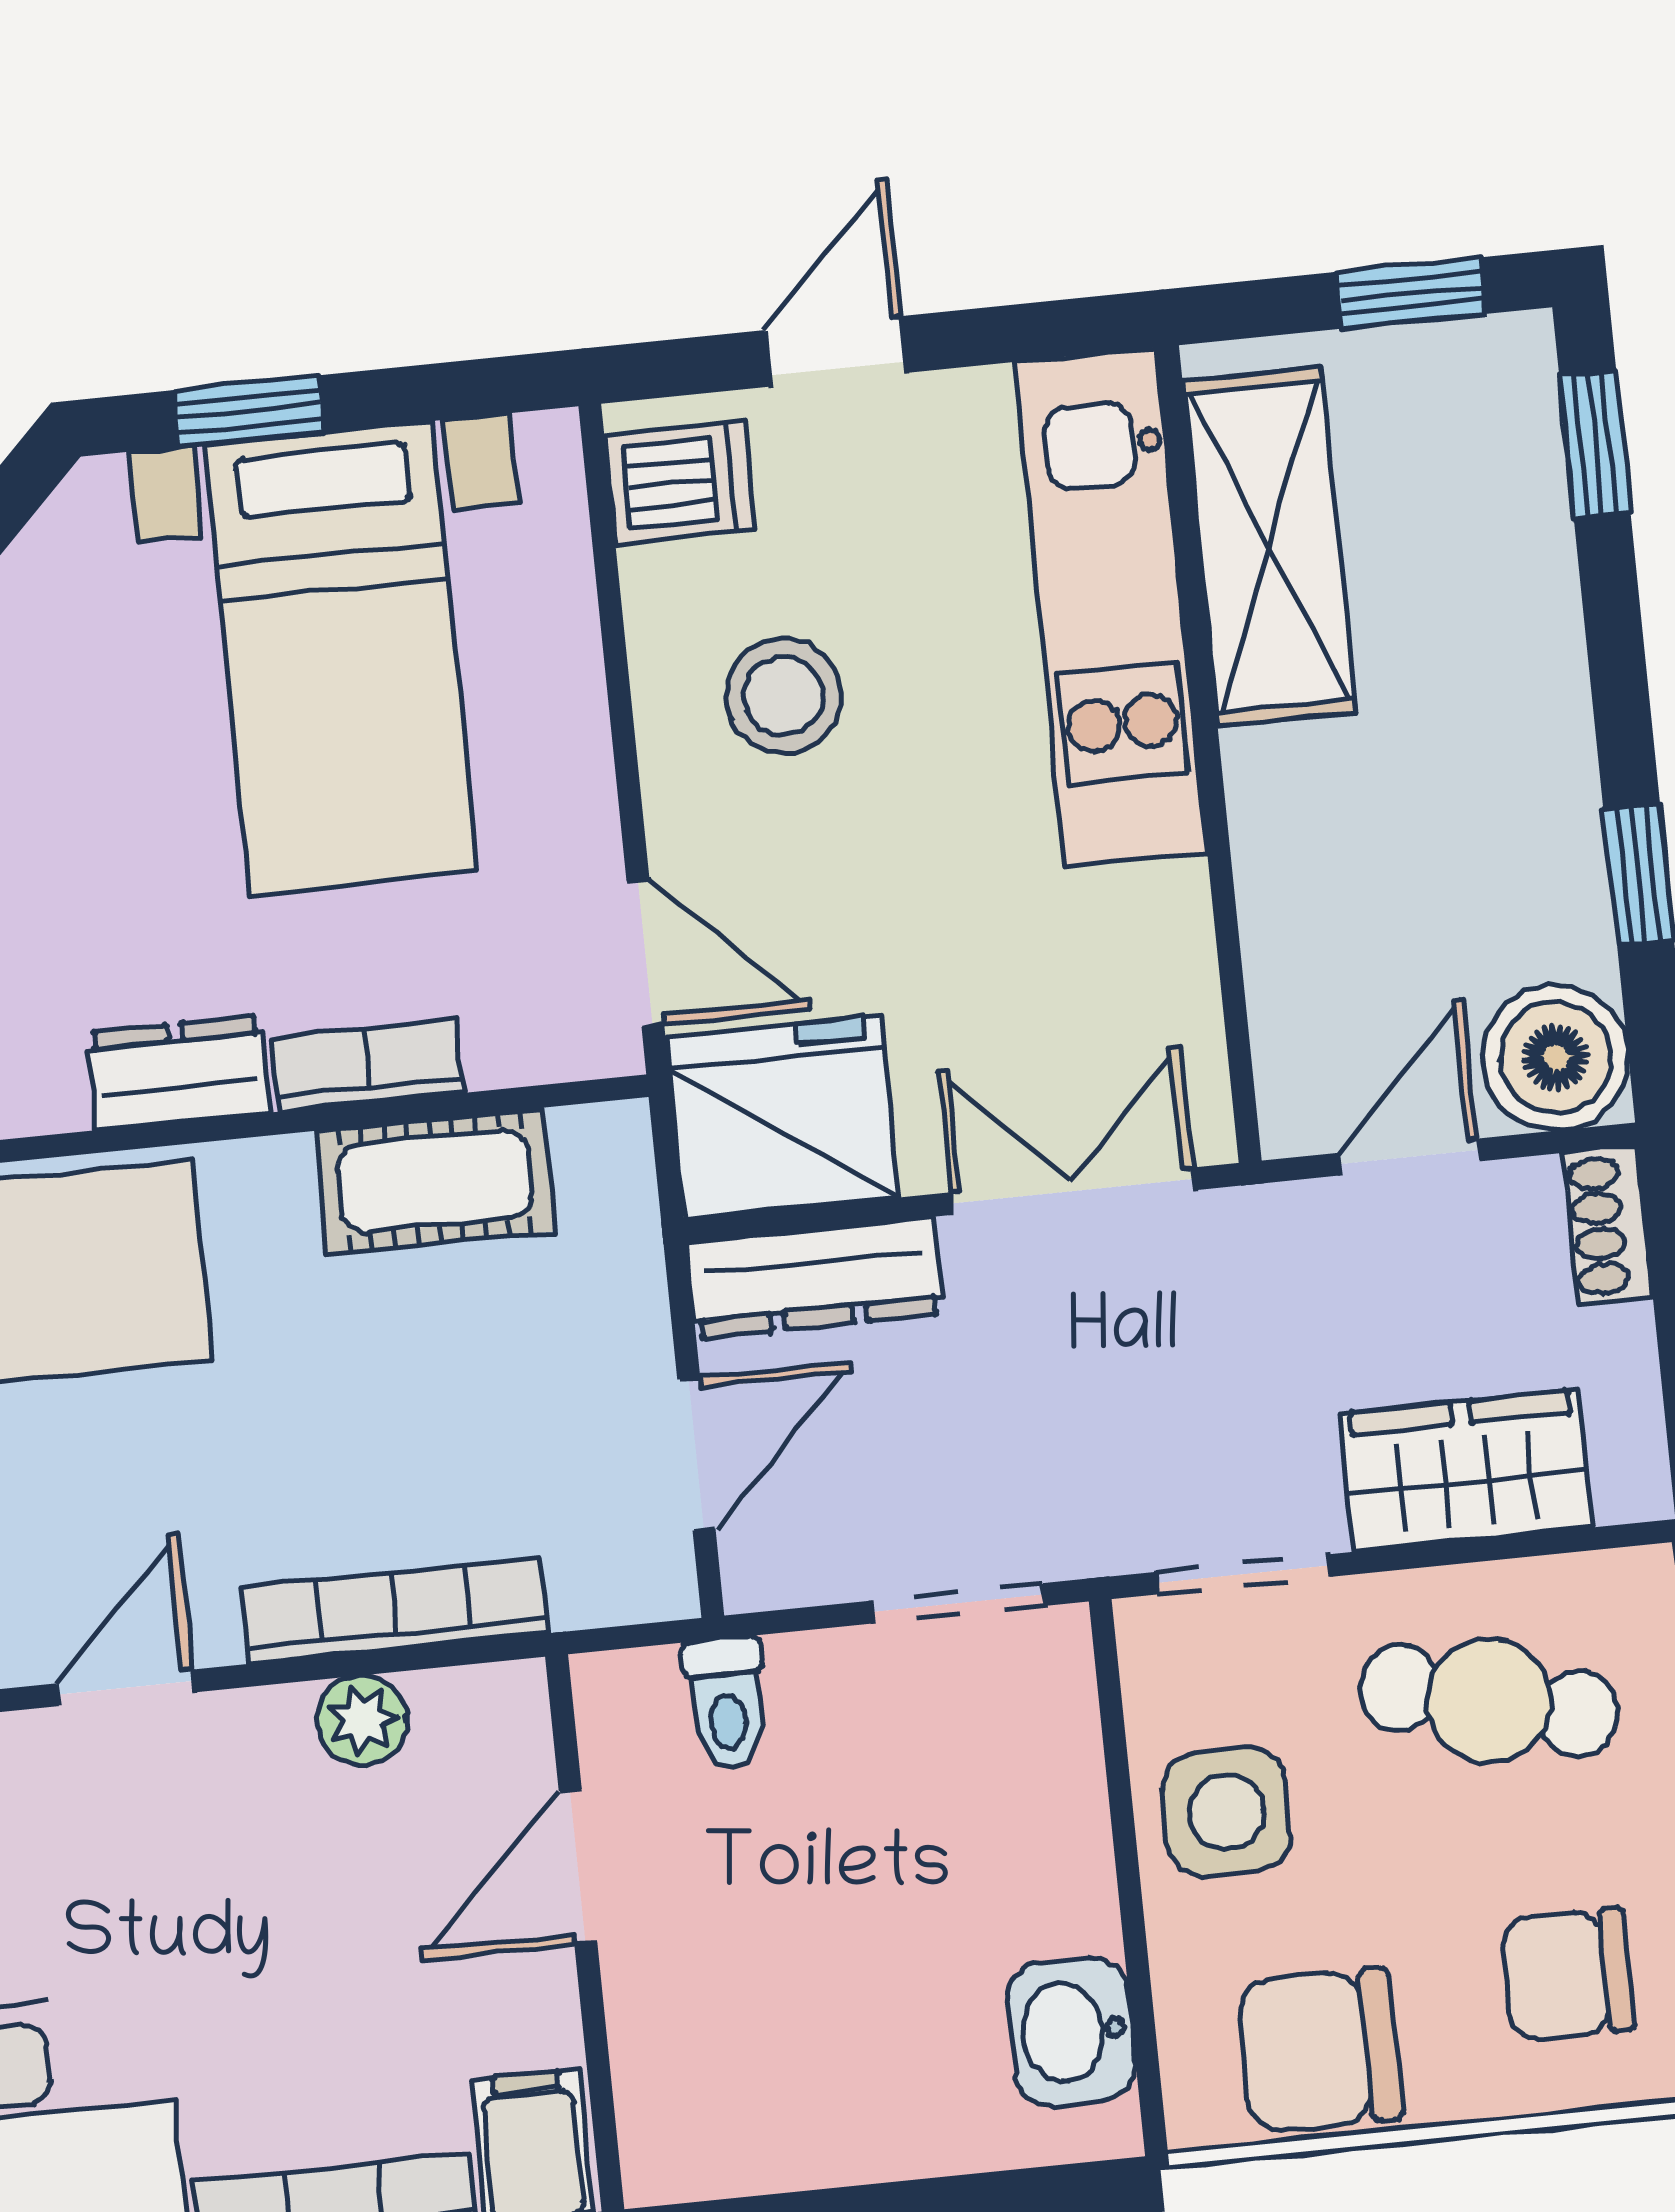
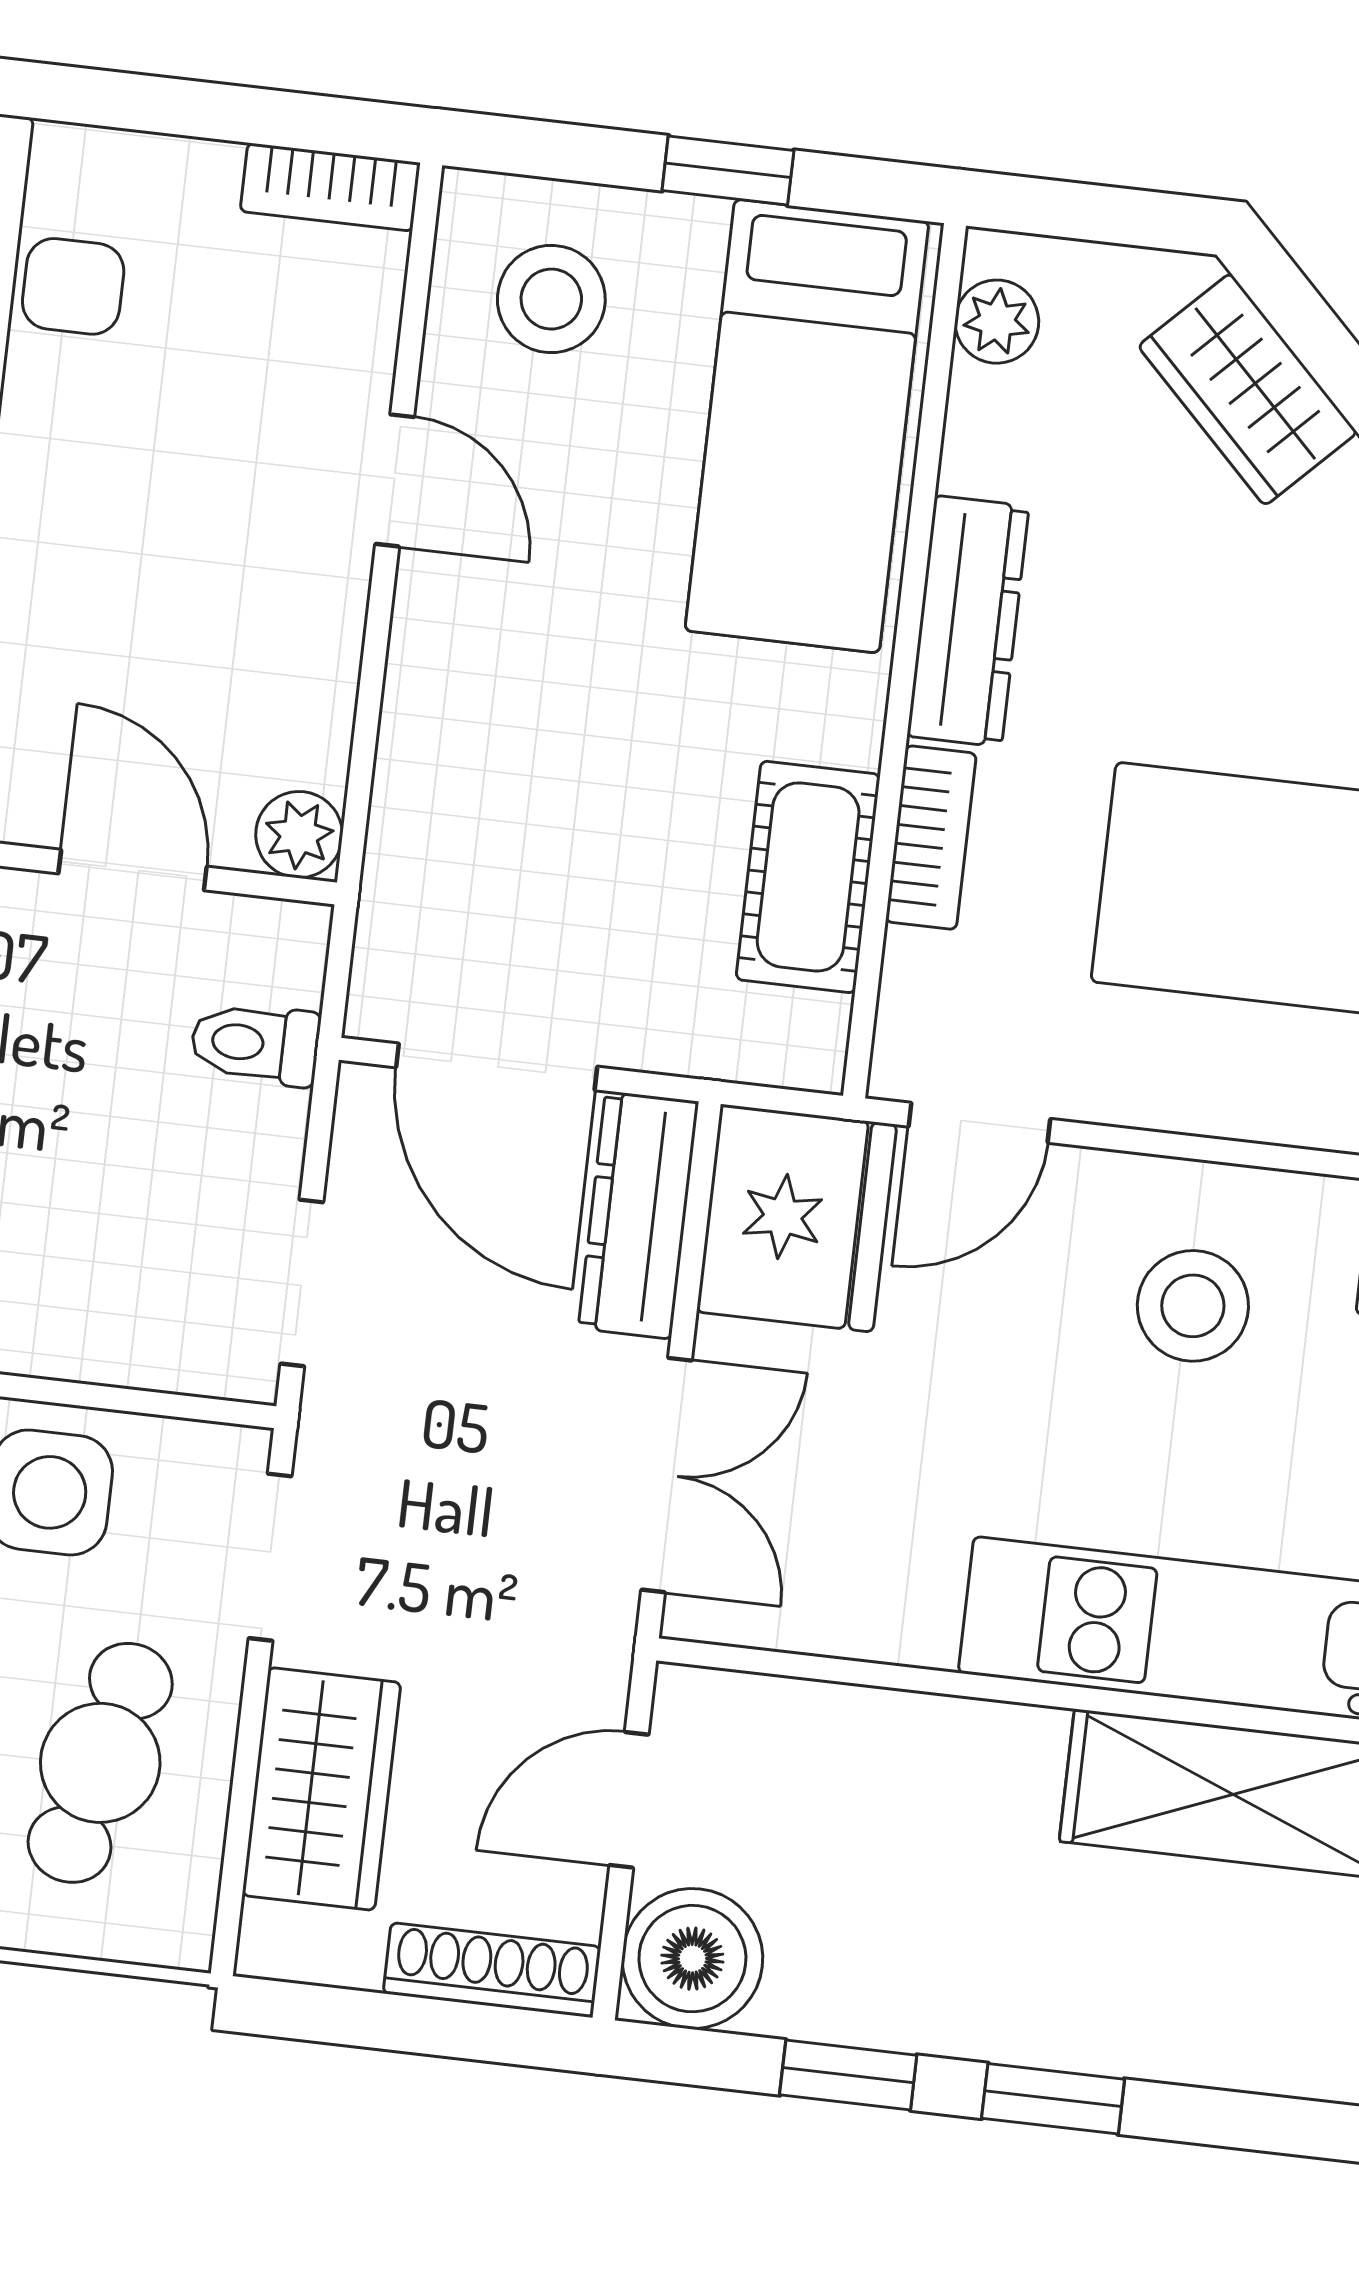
window: (1595, 444) -> (1053, 2099), moved
dresser: (178, 1072) -> (968, 621), width x1.44
door: (1409, 1157) -> (629, 1800), swing flipped
shoe rack: (1608, 1225) -> (492, 1970), width x1.43
door: (696, 1454) -> (497, 1067), width x1.38
bookcase: (395, 1610) -> (412, 750), removed
plant: (362, 1720) -> (299, 835), moved

